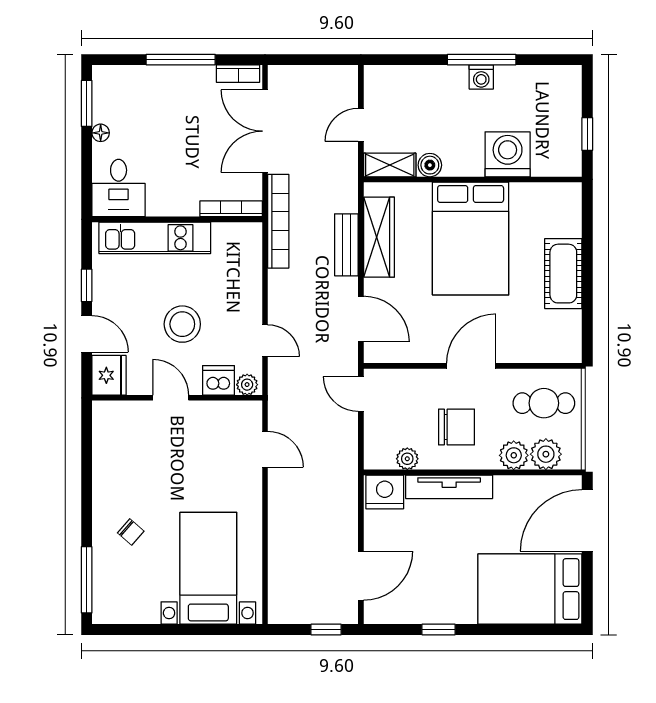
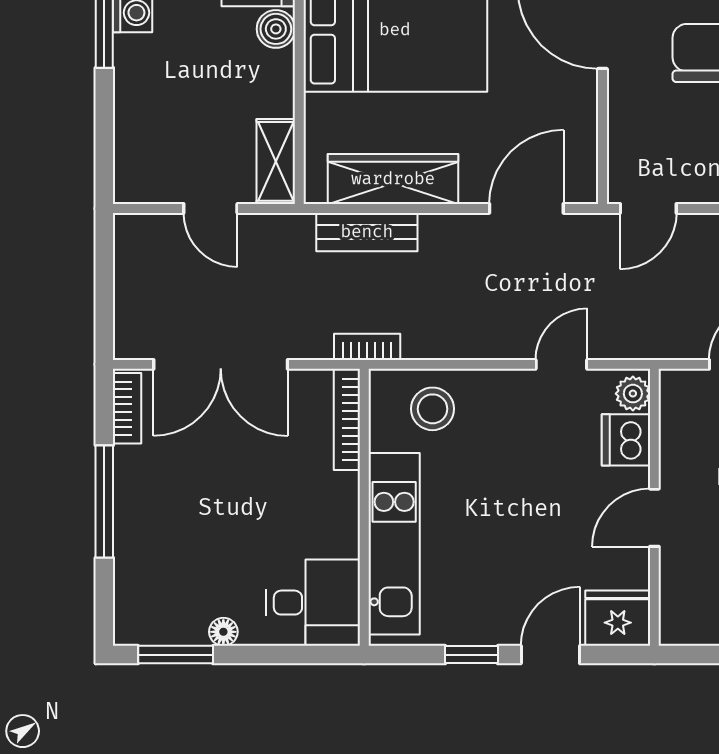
boiler: (430, 165) -> (276, 29), moved
bookcase: (278, 221) -> (367, 347), width x0.43, depth x0.76
bench: (346, 245) -> (367, 232), moved
stool: (182, 324) -> (433, 409), moved, width x0.73, depth x0.73

